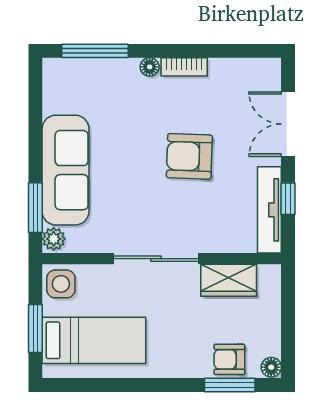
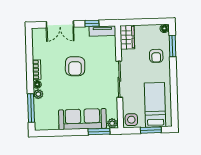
plant: (127, 69) -> (38, 94), added
tv unit: (269, 210) -> (102, 31), width x0.71
wardrobe: (229, 280) -> (127, 37), moved
armchair: (229, 359) -> (156, 56), moved

